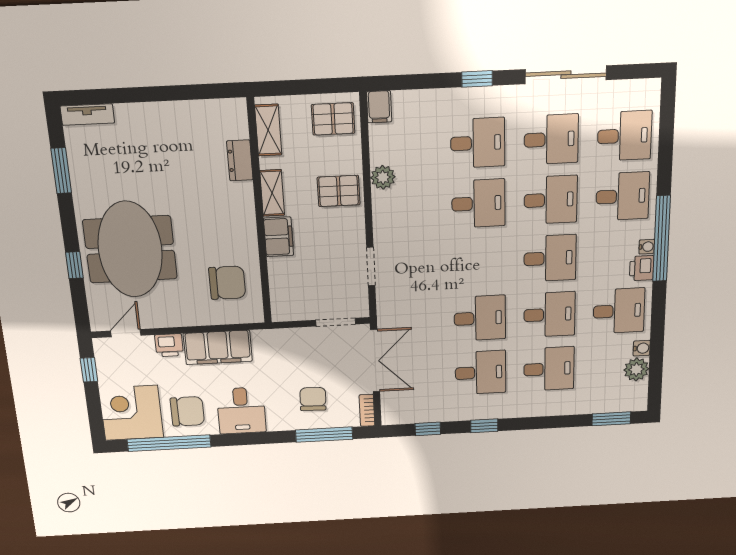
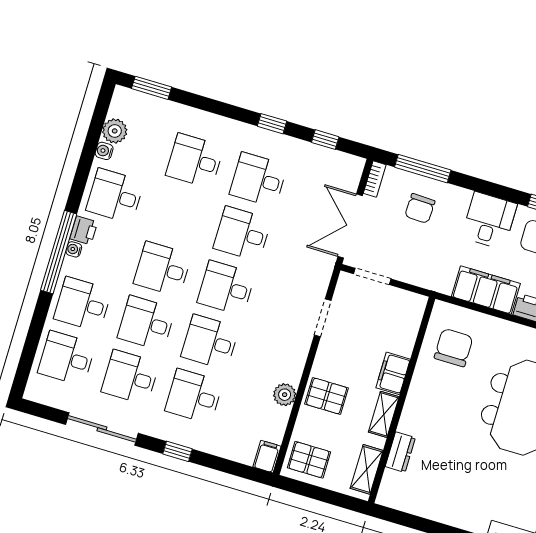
chair: (227, 283) -> (454, 348), turned 90
desk: (549, 314) -> (226, 288), moved

